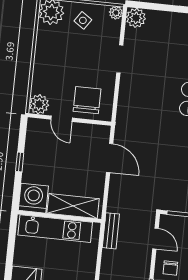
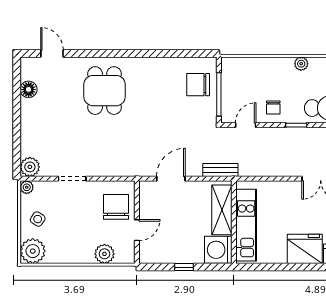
chair: (87, 100) -> (116, 207), turned 90
plant: (39, 104) -> (104, 254), moved
bench: (111, 231) -> (220, 170), moved
chair: (170, 268) -> (273, 107), turned 90

